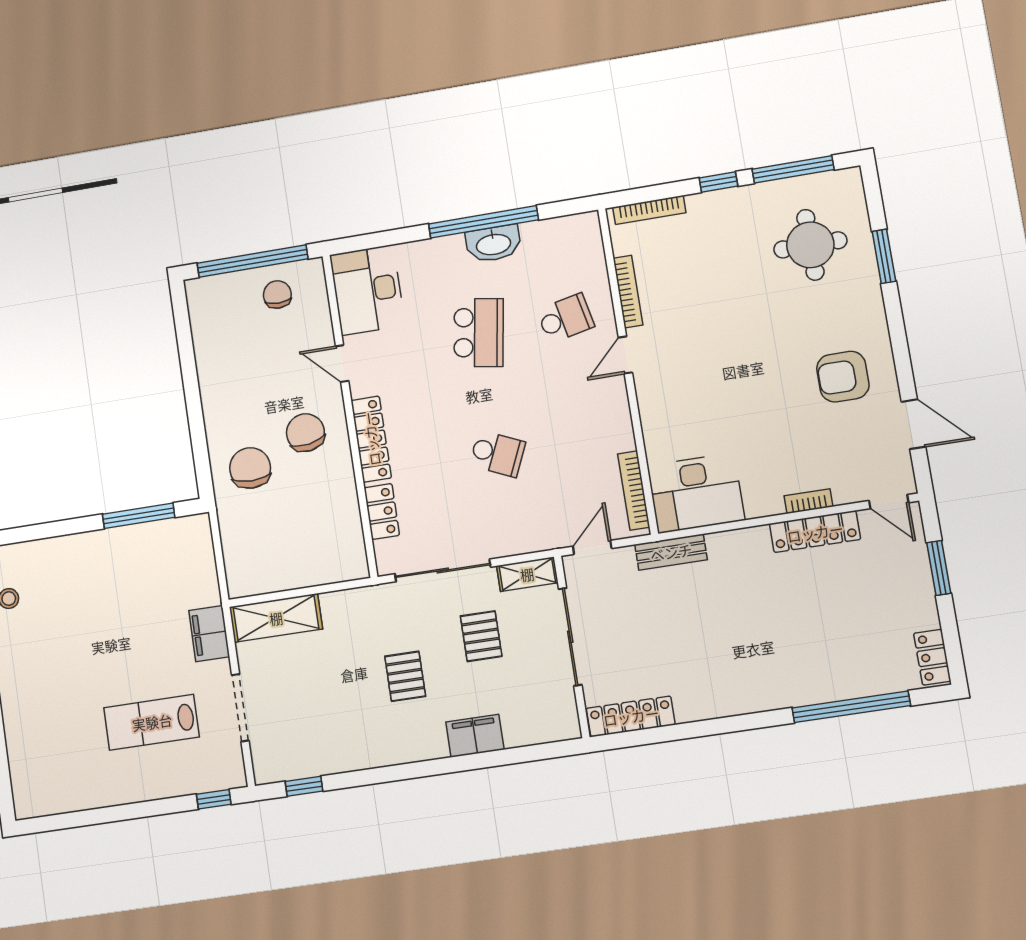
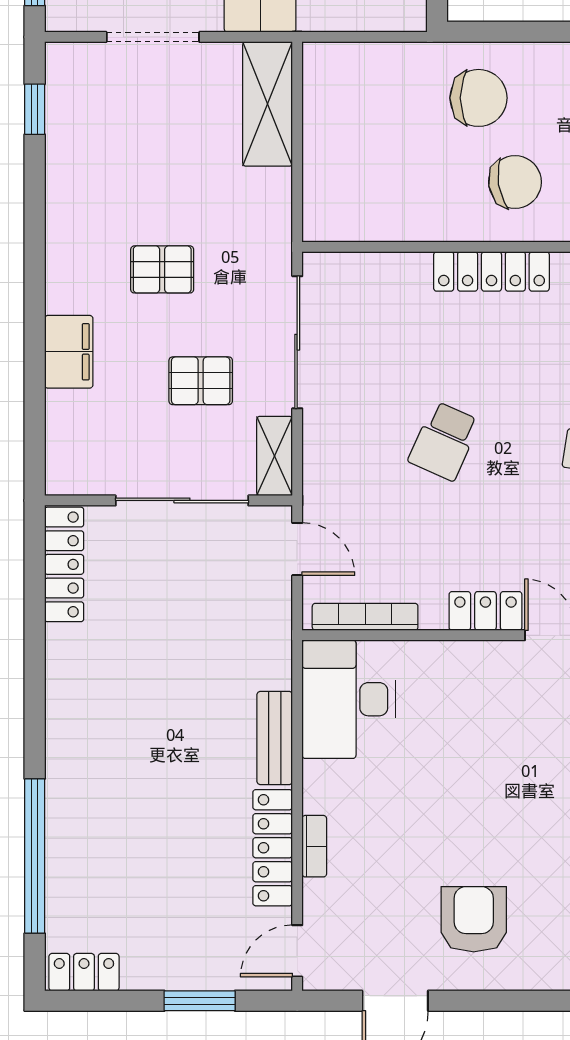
locker: (382, 512) -> (485, 611), moved, turned 180
bench: (671, 552) -> (275, 738), moved

